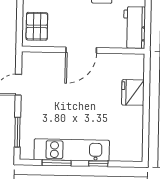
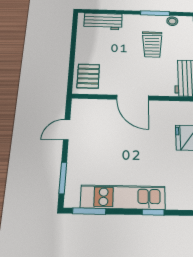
door: (81, 50) -> (133, 98), hinge flipped
window: (57, 163) -> (89, 211), moved

